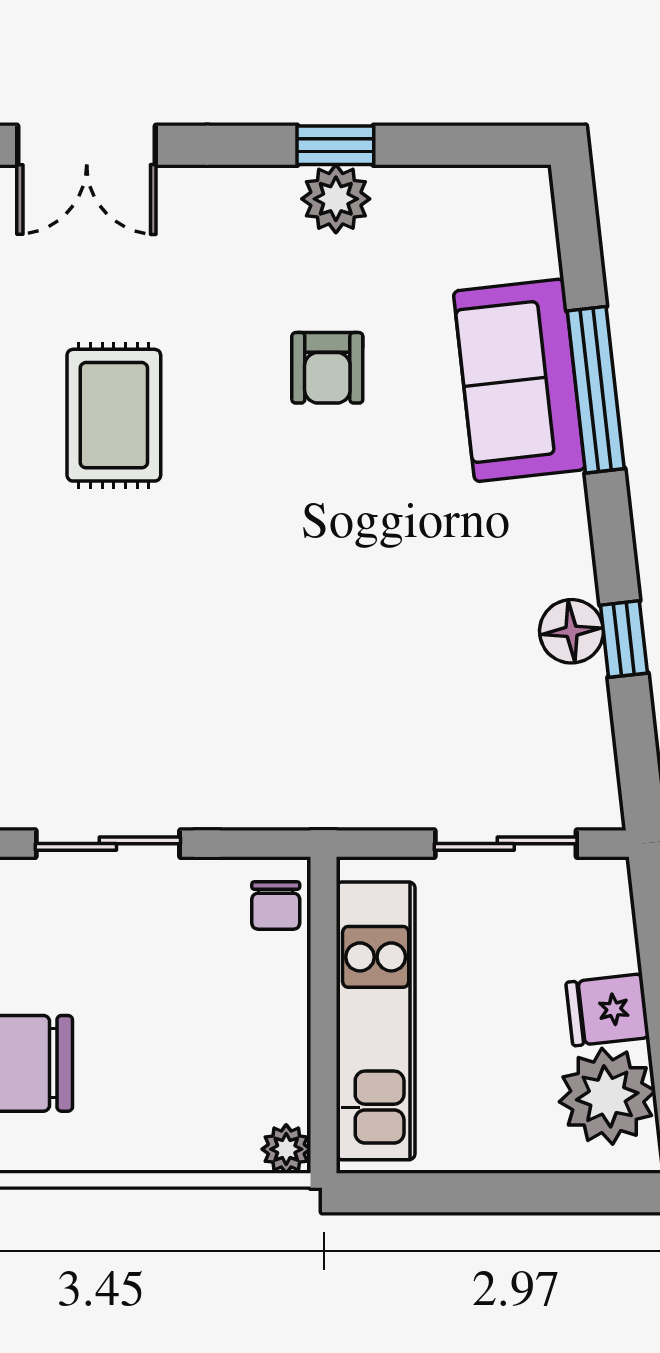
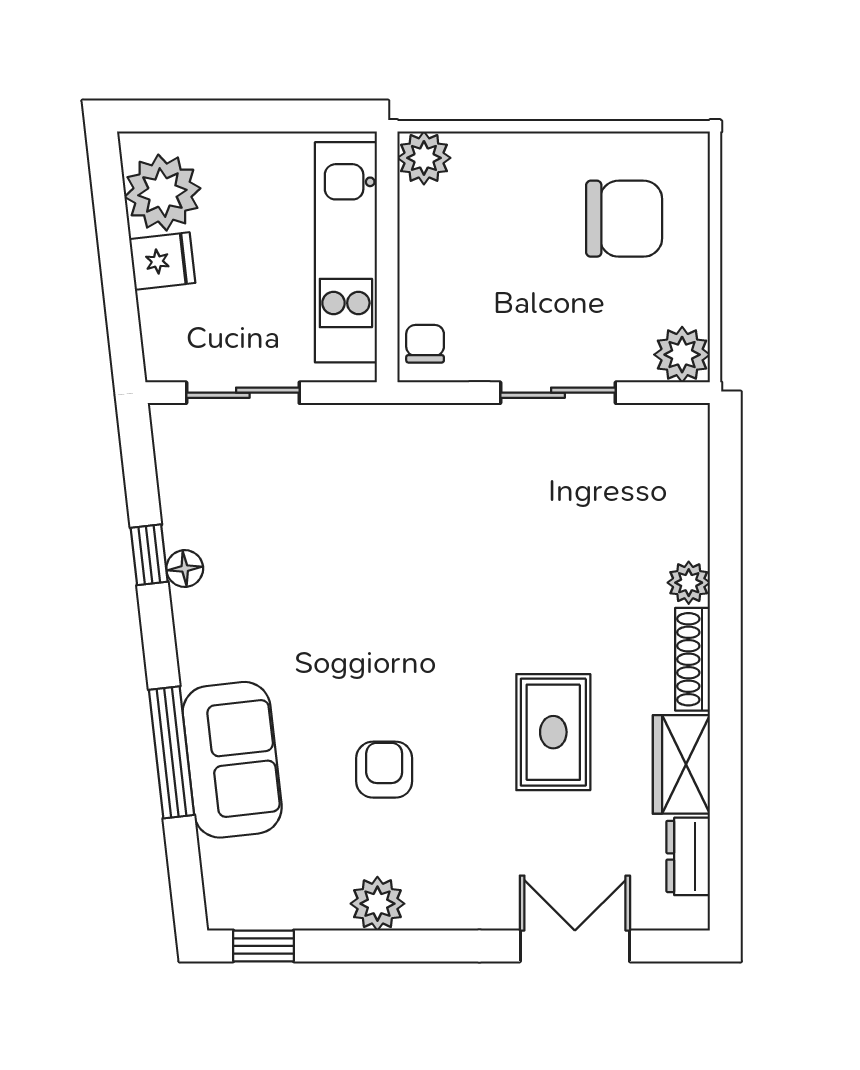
window: (335, 145) -> (264, 946), moved
floor lamp: (572, 631) -> (185, 569), width x0.73, depth x0.73
plant: (286, 1149) -> (424, 158), width x1.38, depth x1.38

